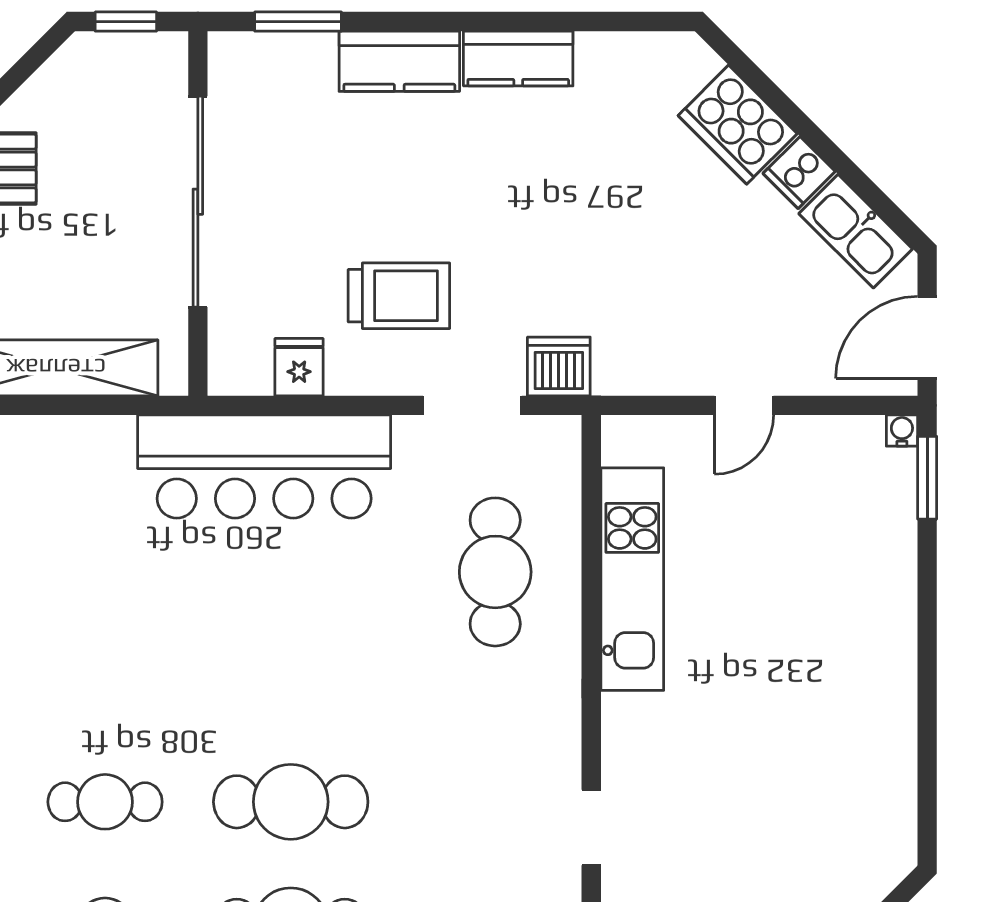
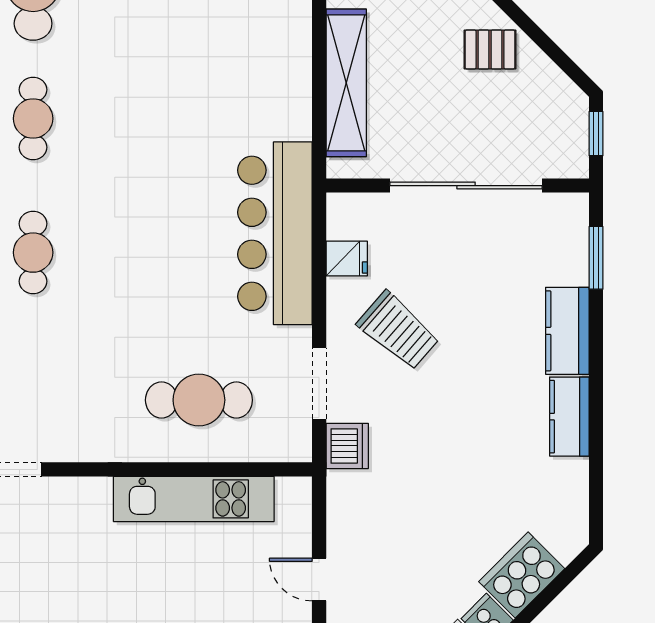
trolley: (399, 296) -> (398, 331), turned -49
cafe table: (291, 802) -> (33, 253), width x0.73, depth x0.74

